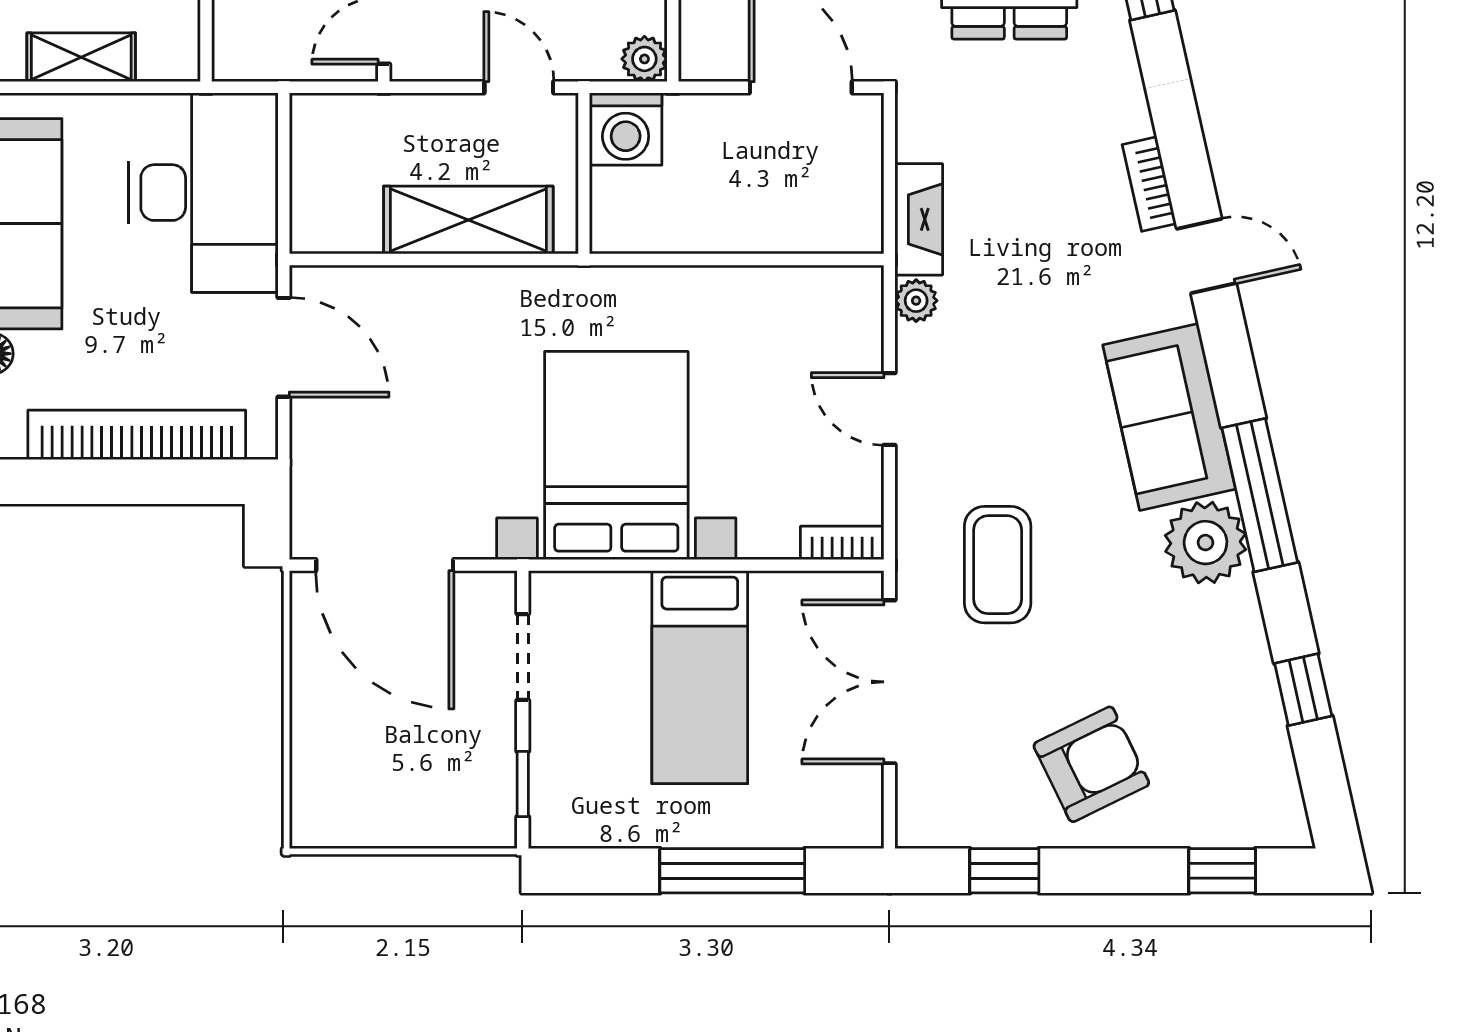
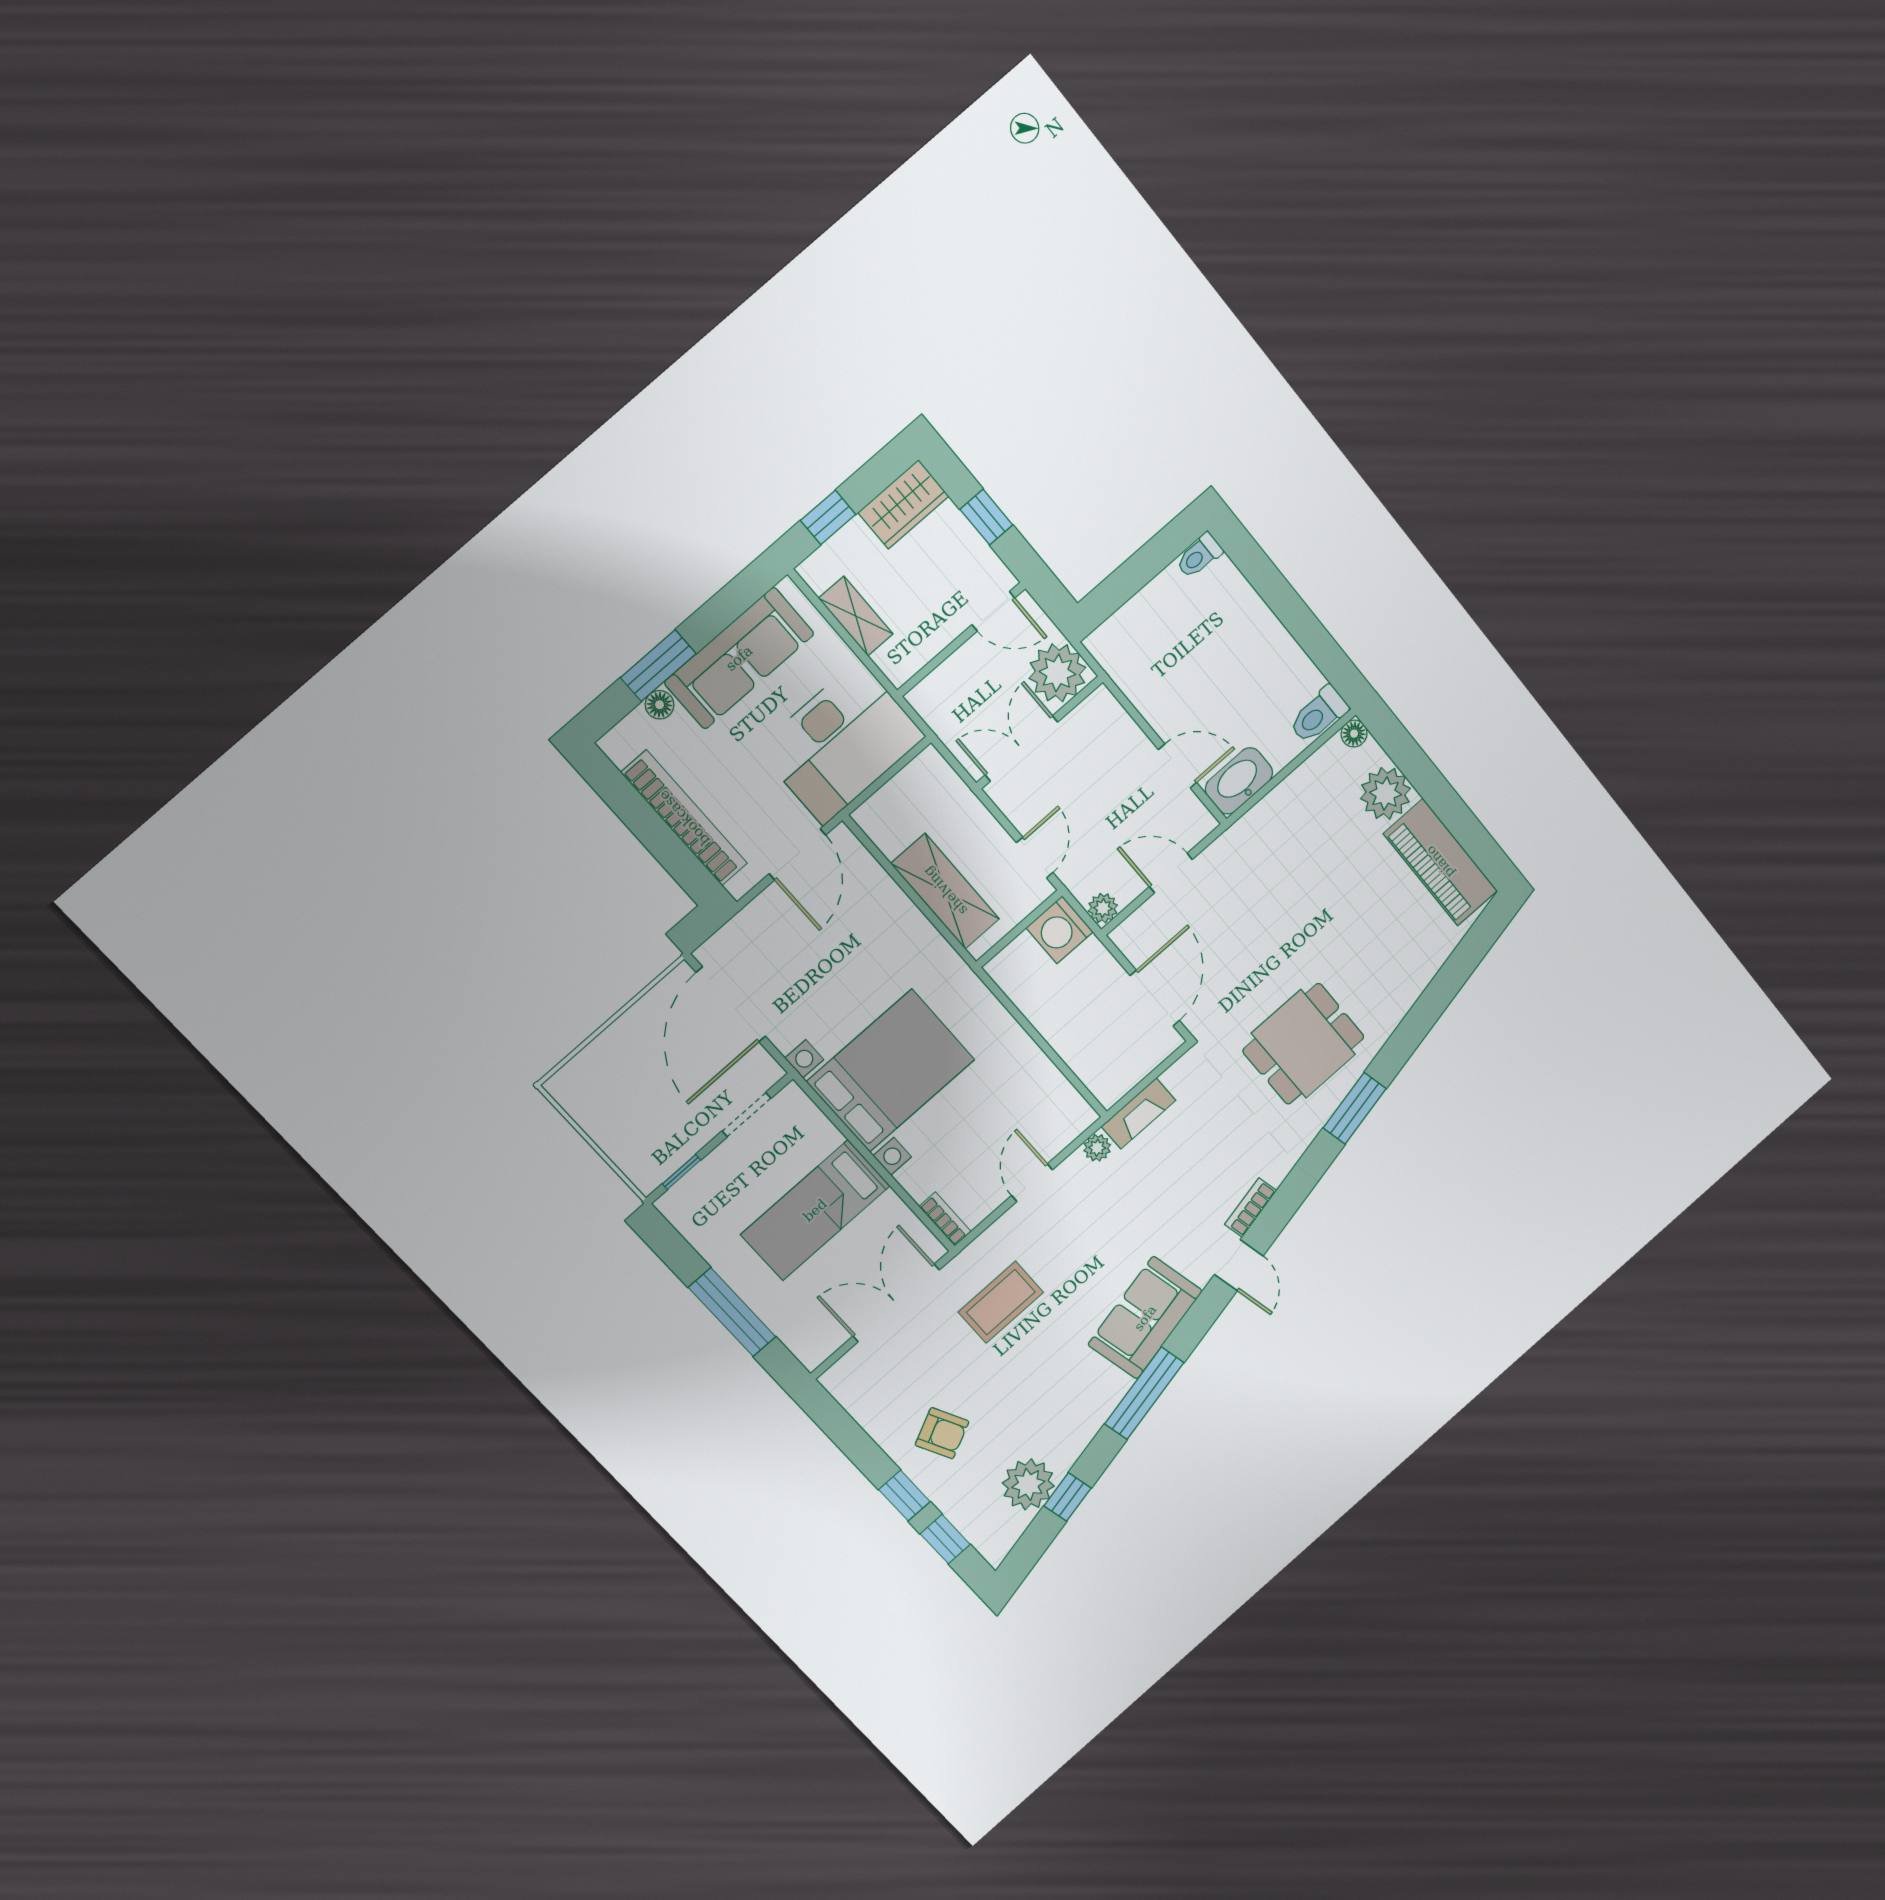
plant: (1205, 543) -> (1028, 1484), moved
armchair: (1091, 764) -> (942, 1433), width x0.72, depth x0.72
window: (1004, 871) -> (904, 1496), moved

